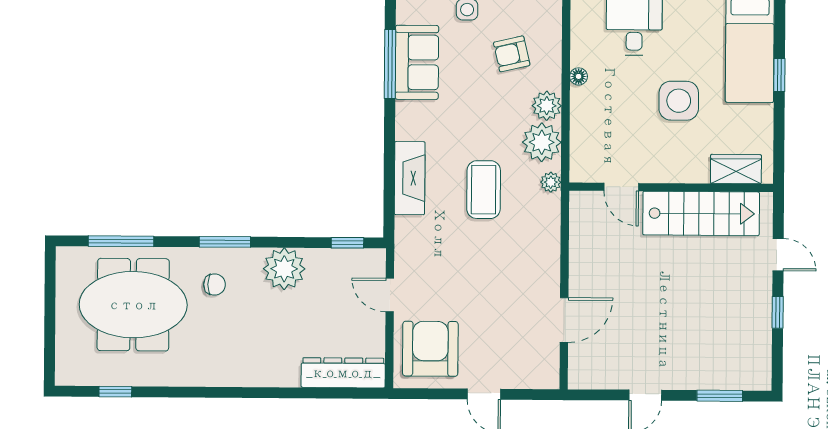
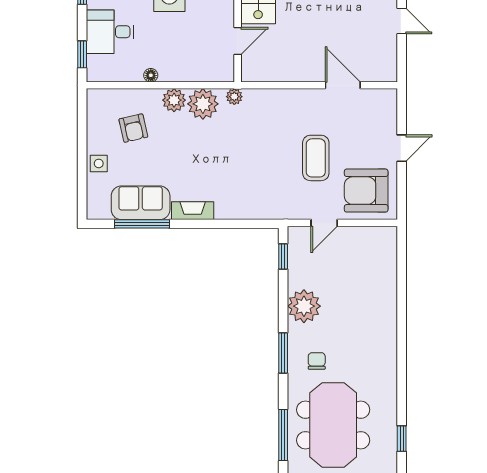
fireplace: (410, 178) -> (193, 211), moved, width x0.73, depth x0.76
coffee table: (484, 190) -> (316, 158), moved, turned 90
dresser: (343, 373) -> (386, 259), removed

